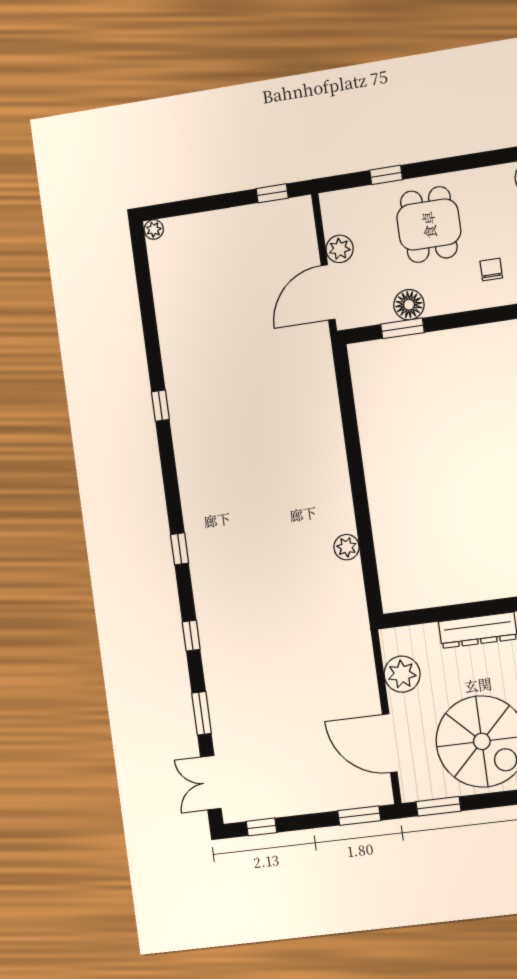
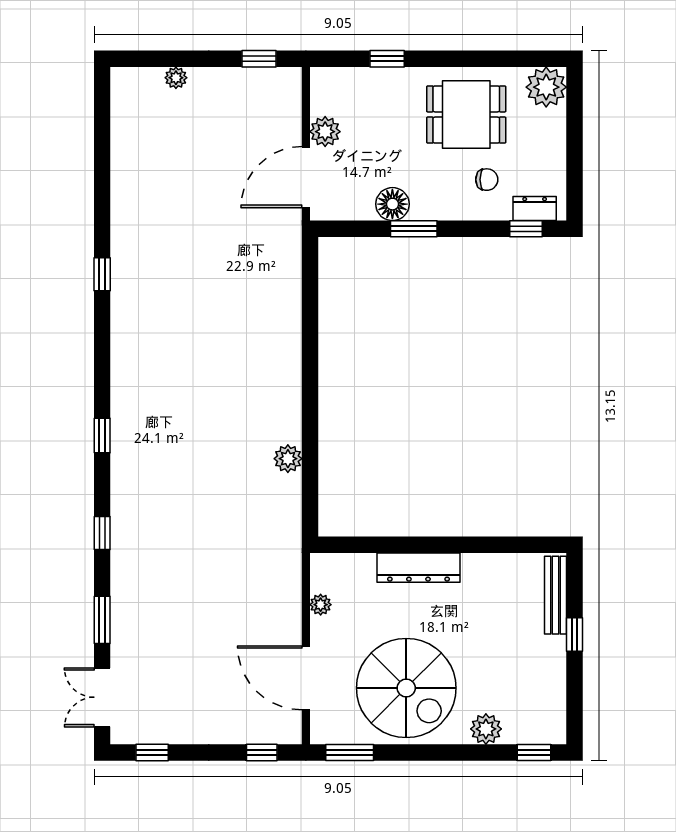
dining table: (429, 225) -> (466, 114), moved, turned 90
plant: (154, 229) -> (176, 78), moved
chair: (491, 270) -> (487, 180), turned 90
window: (402, 328) -> (414, 229), moved
plant: (402, 674) -> (321, 605), width x0.53, depth x0.53
window: (359, 816) -> (262, 753), width x0.67

